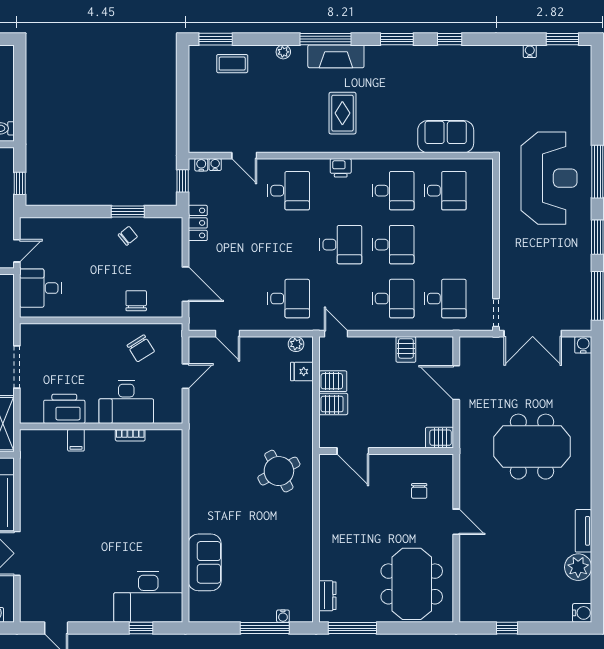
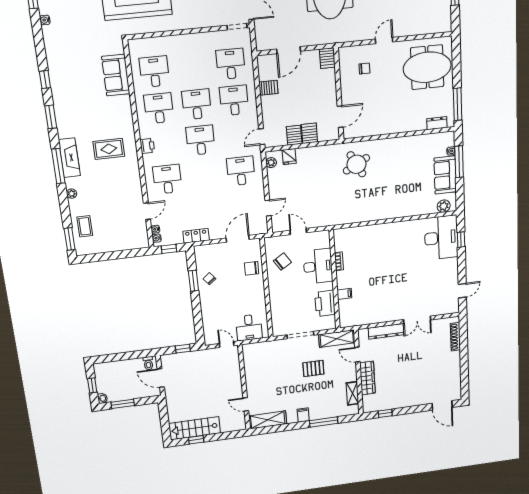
sofa: (205, 562) -> (445, 175), moved, turned -90
plant: (198, 602) -> (444, 206), added

